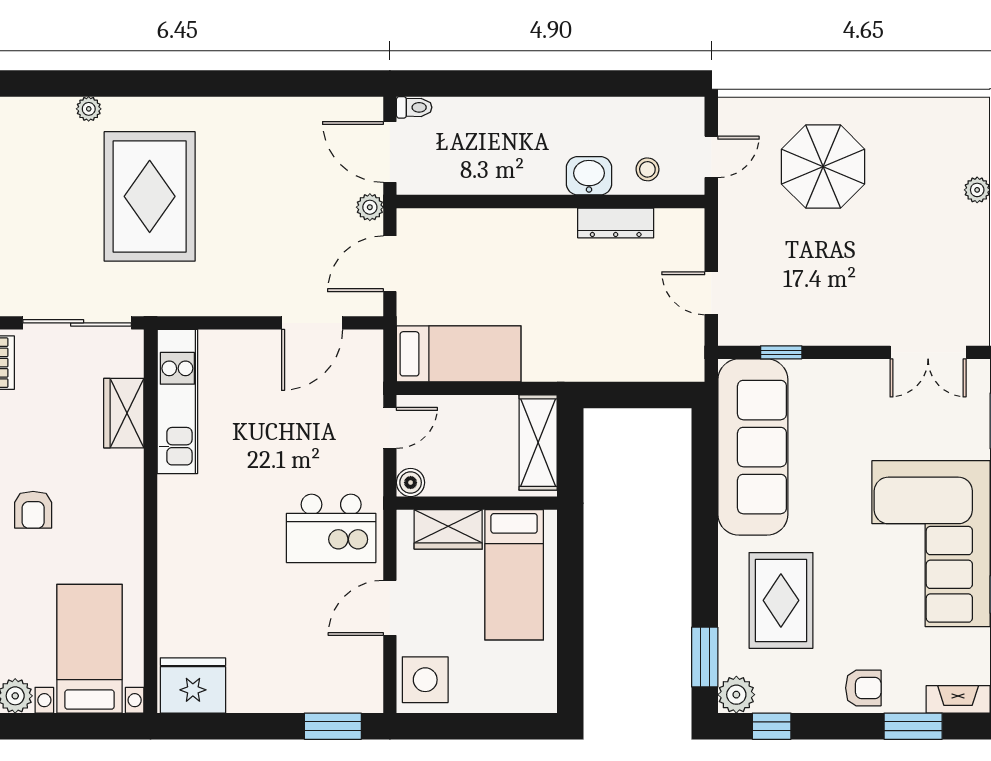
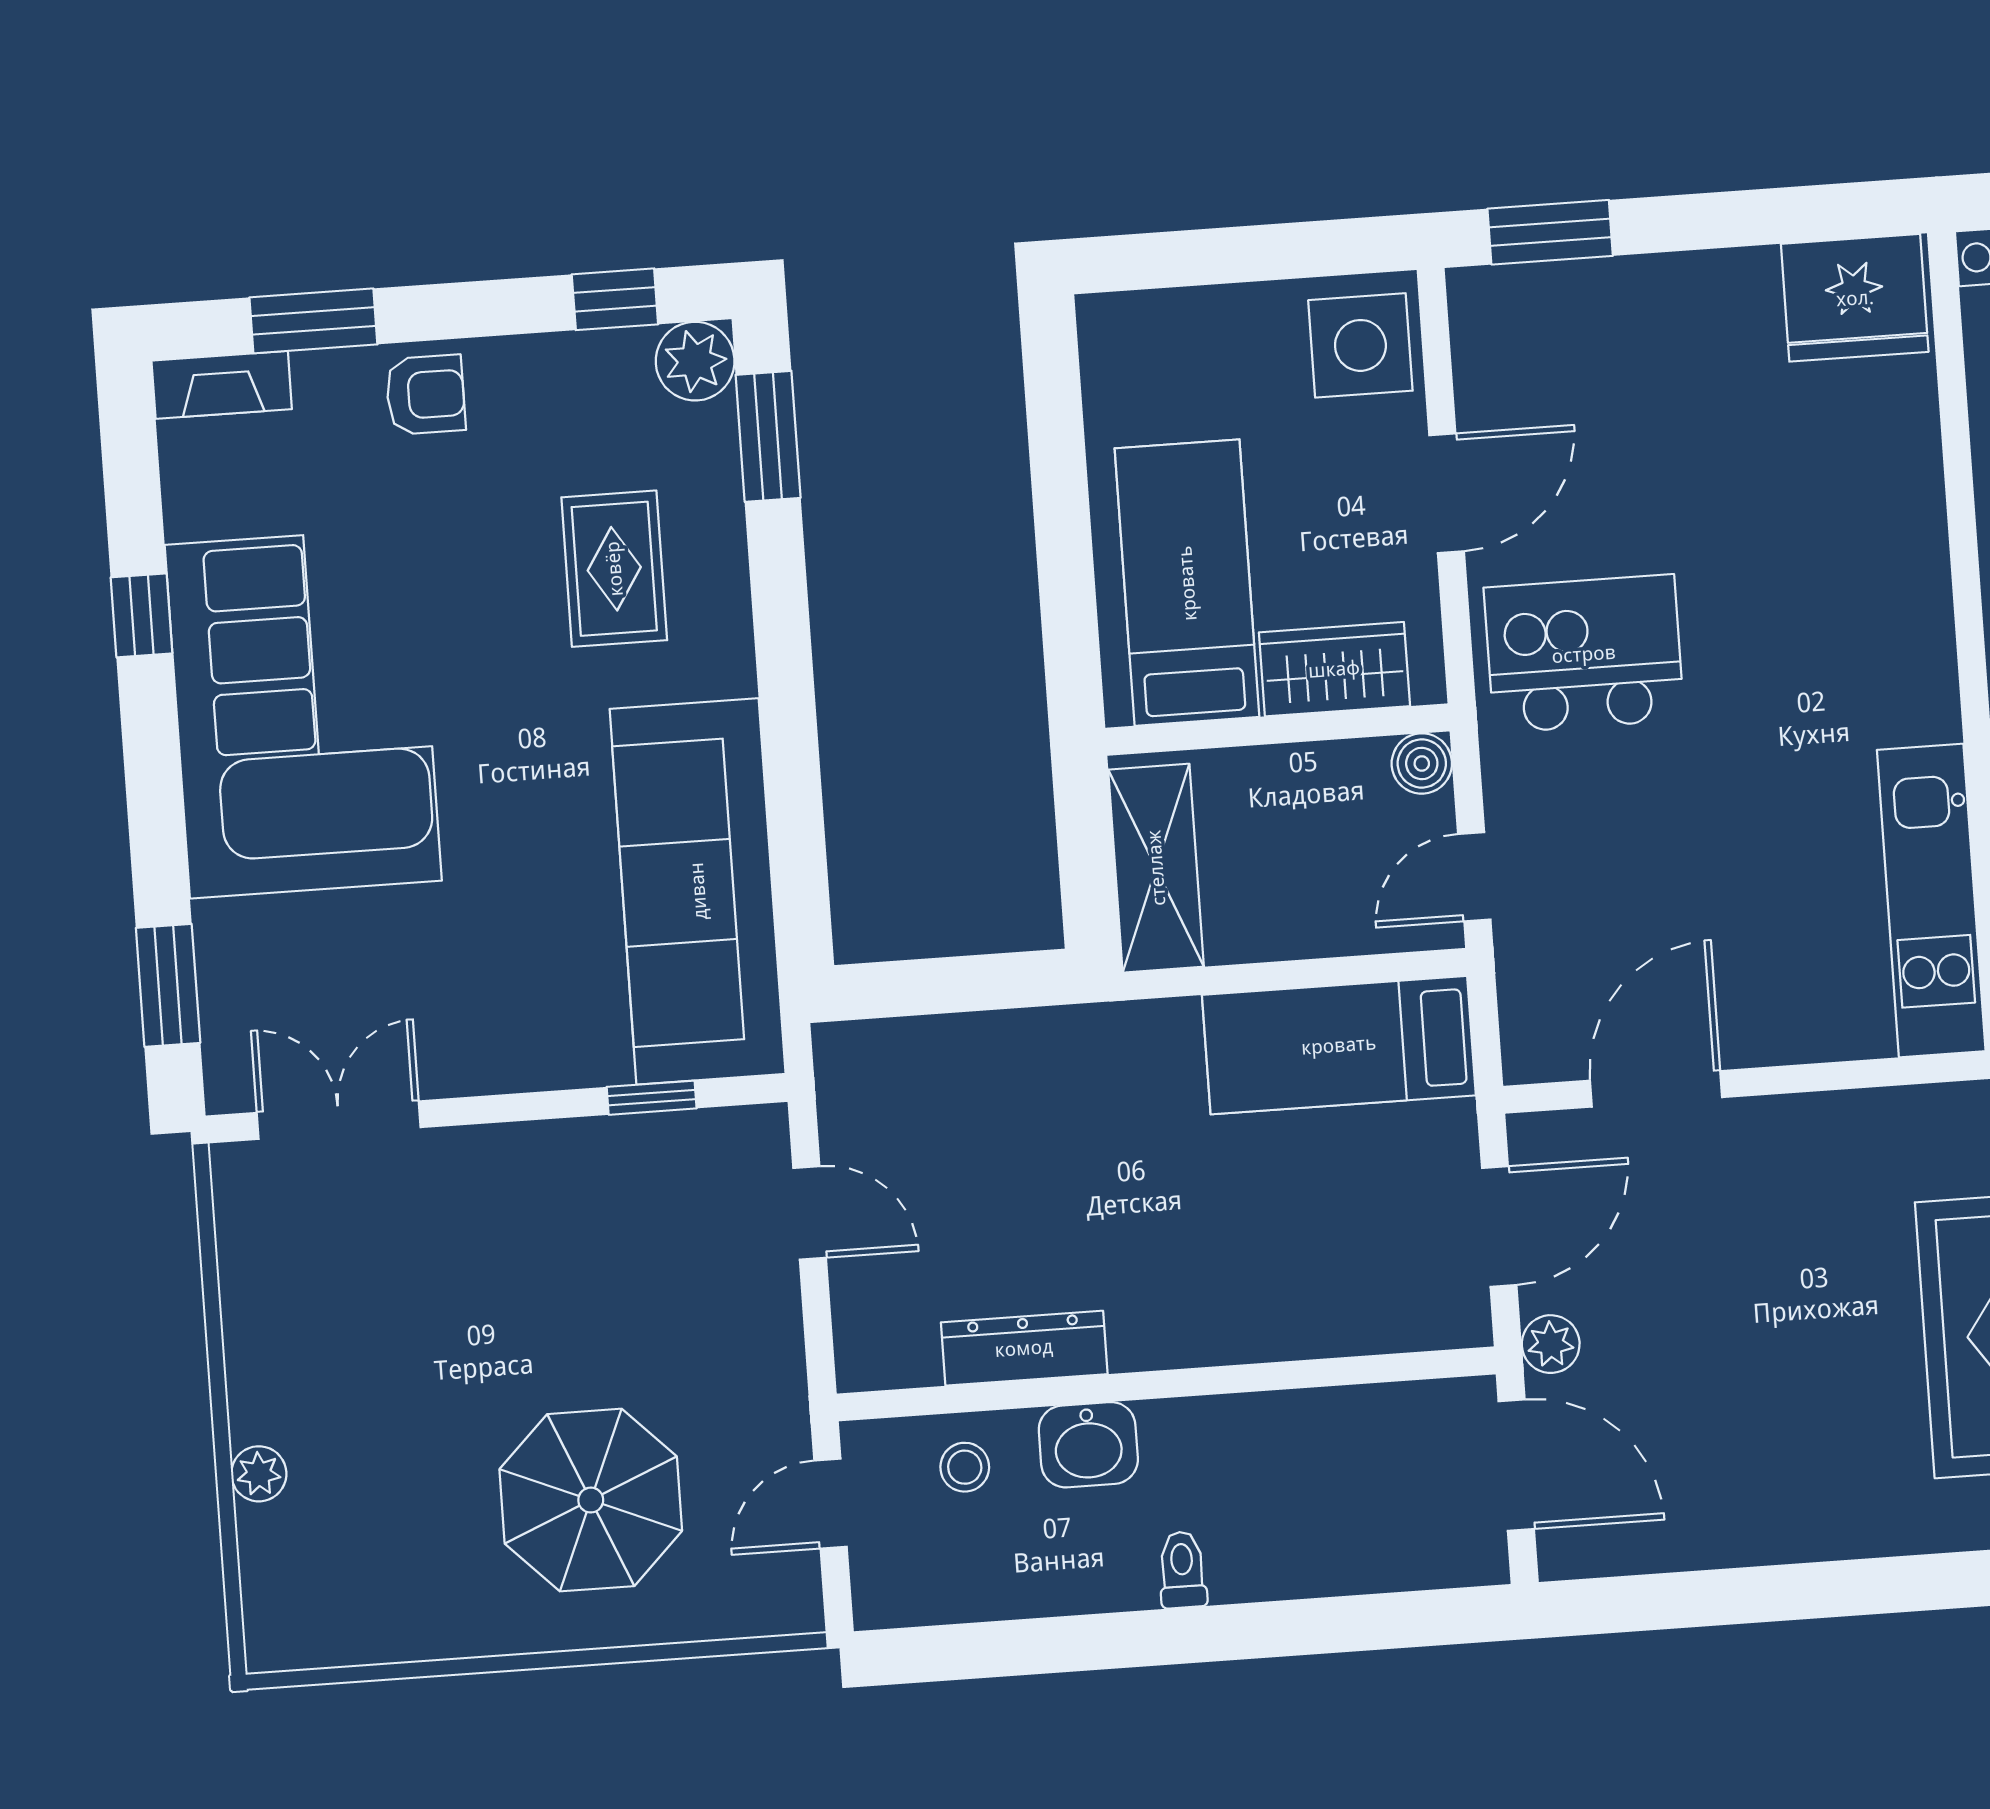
toilet: (414, 107) -> (1182, 1570), moved, turned 90
rug: (781, 600) -> (614, 569), width x0.73, depth x0.70
armchair: (863, 688) -> (425, 395), turned 180

